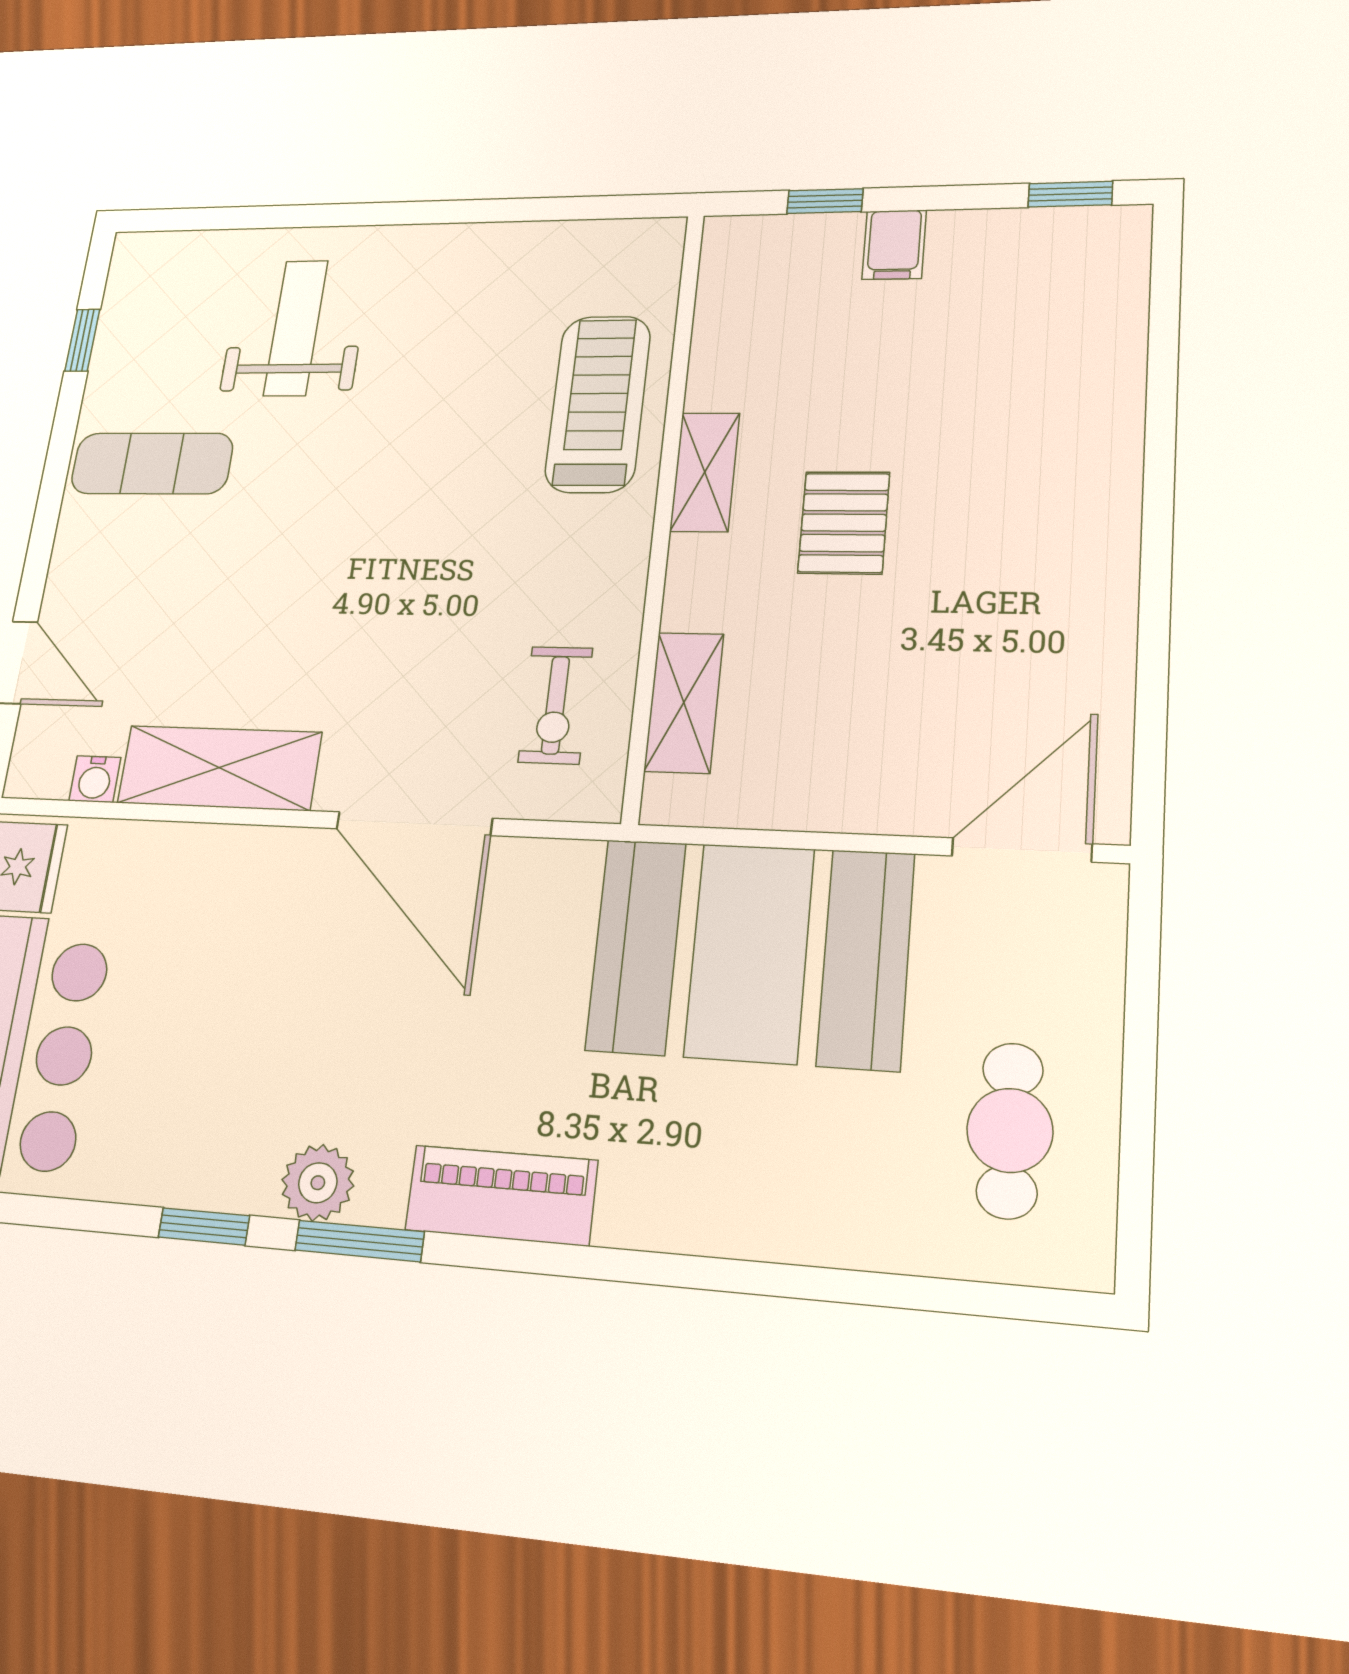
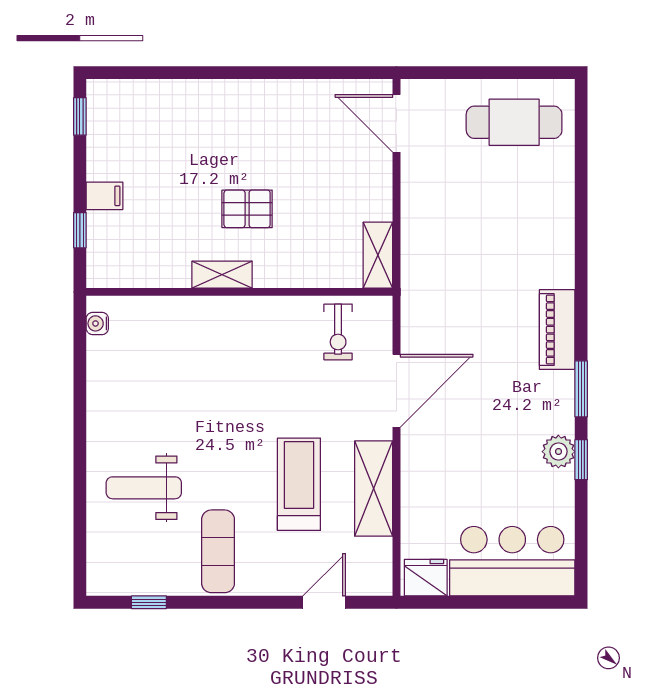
treadmill: (598, 404) -> (299, 484), moved, turned 90
shelving: (684, 702) -> (378, 255), moved, turned 90
exercise bike: (555, 705) -> (338, 332), turned 90
water cooler: (95, 779) -> (97, 323), moved, turned 180
booth: (749, 952) -> (447, 234), removed
cafe table: (1010, 1130) -> (514, 122), width x1.37, depth x1.35
plant: (318, 1183) -> (558, 452), moved

